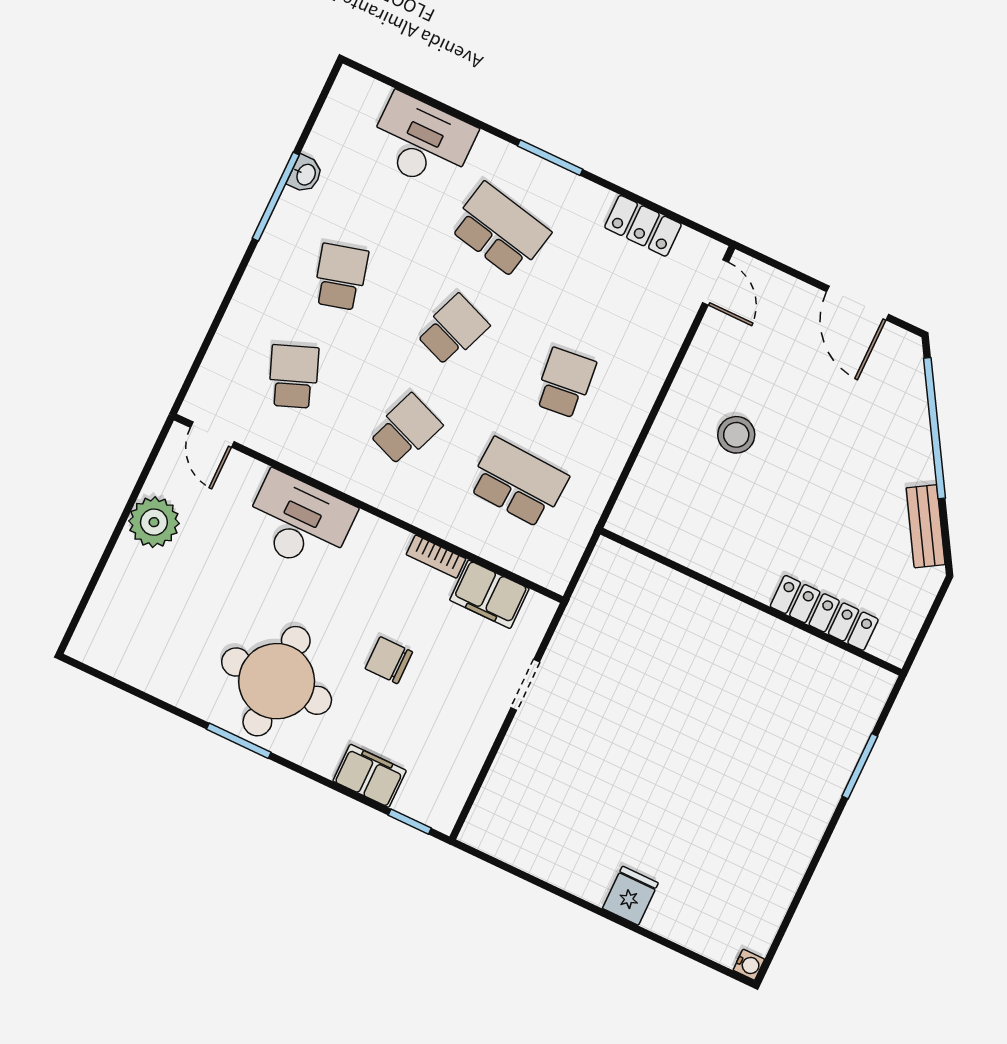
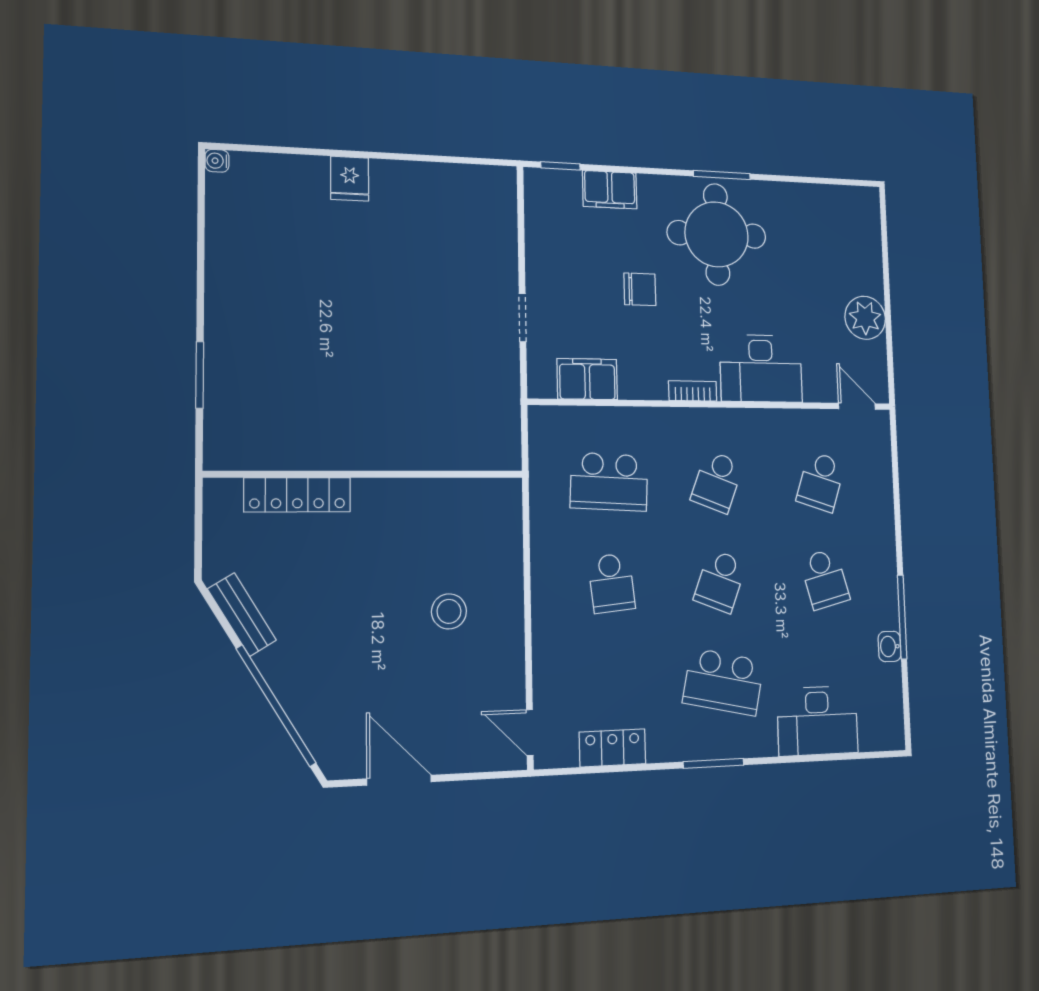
school desk: (294, 377) -> (821, 482), turned 39
bookcase: (436, 557) -> (693, 391), moved

